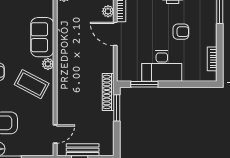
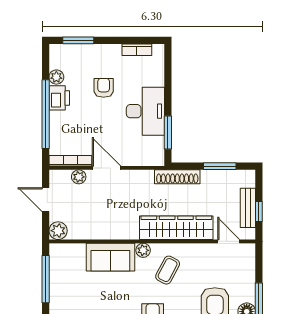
door: (115, 34) -> (106, 168), swing flipped
coffee table: (32, 84) -> (168, 270), width x0.73, depth x0.77
wardrobe: (66, 91) -> (176, 228), added
window: (117, 108) -> (220, 166), moved

